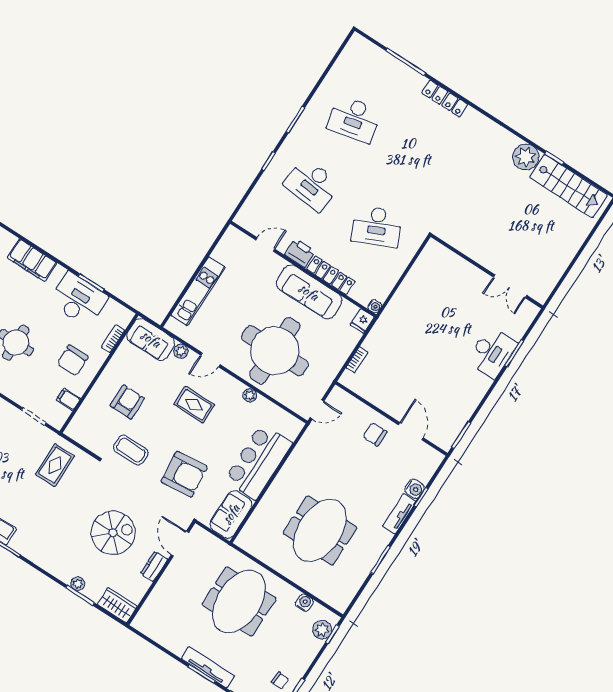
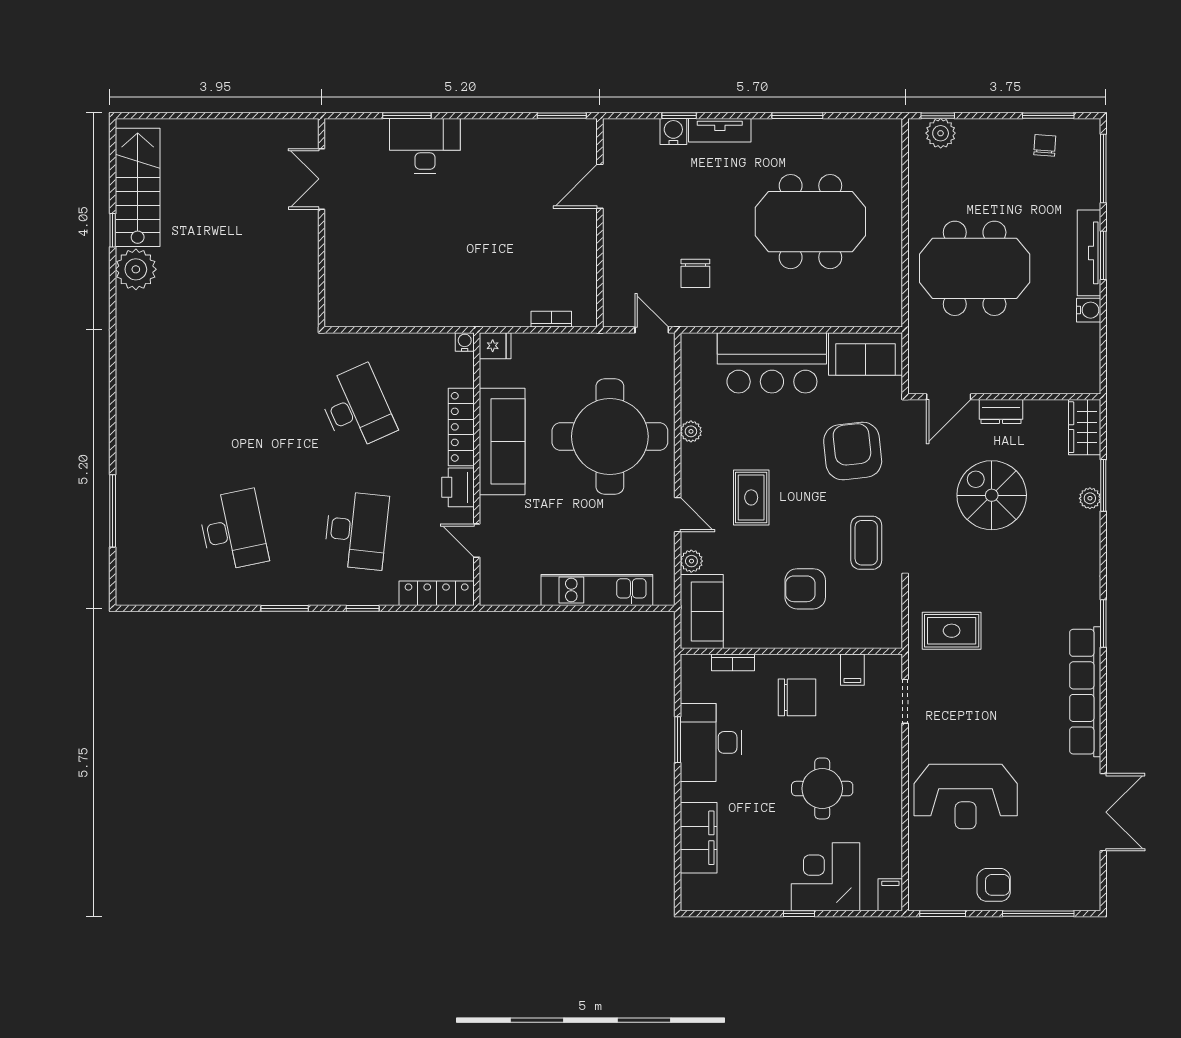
locker: (445, 99) -> (437, 593), moved, turned -90
double door: (510, 286) -> (321, 179), swing flipped
chair: (375, 434) -> (695, 273), moved
water cooler: (304, 603) -> (1089, 310), moved, turned 180

